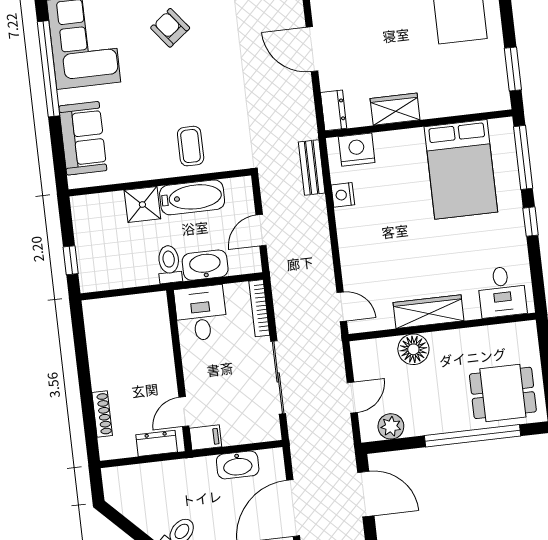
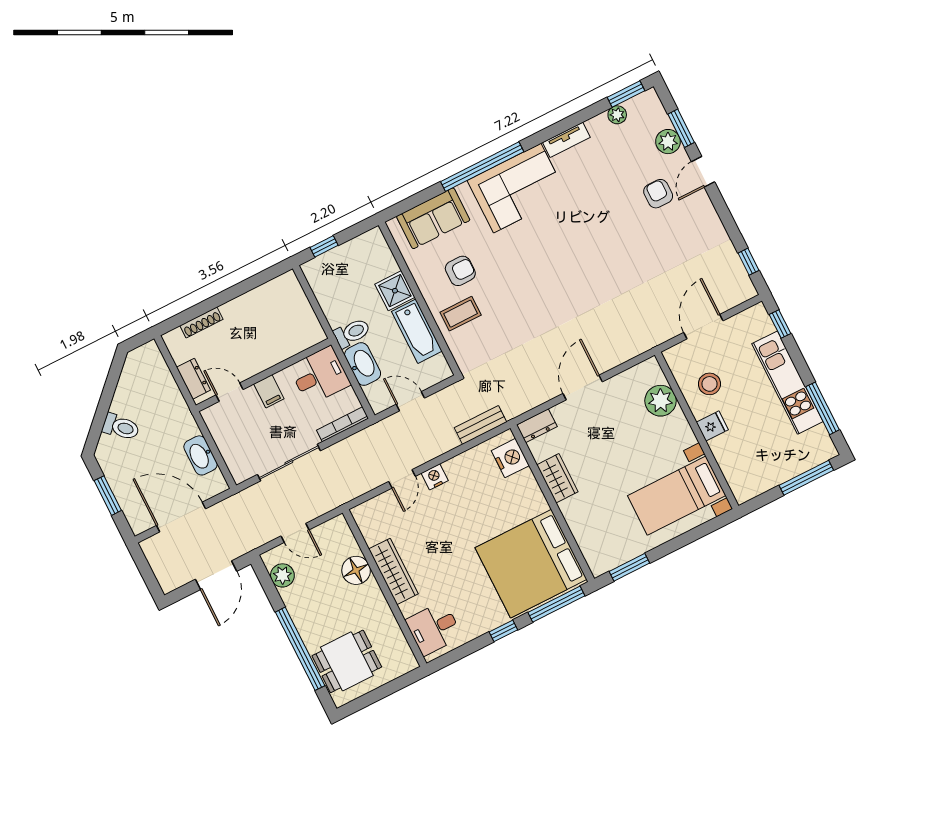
armchair: (170, 28) -> (460, 271), moved, turned 38
bed: (461, 169) -> (531, 564), width x1.36
nightstand: (343, 195) -> (435, 477), moved
door: (342, 307) -> (402, 479), moved
dining table: (503, 393) -> (347, 661), turned 90
filing cabinet: (206, 438) -> (269, 391), moved

